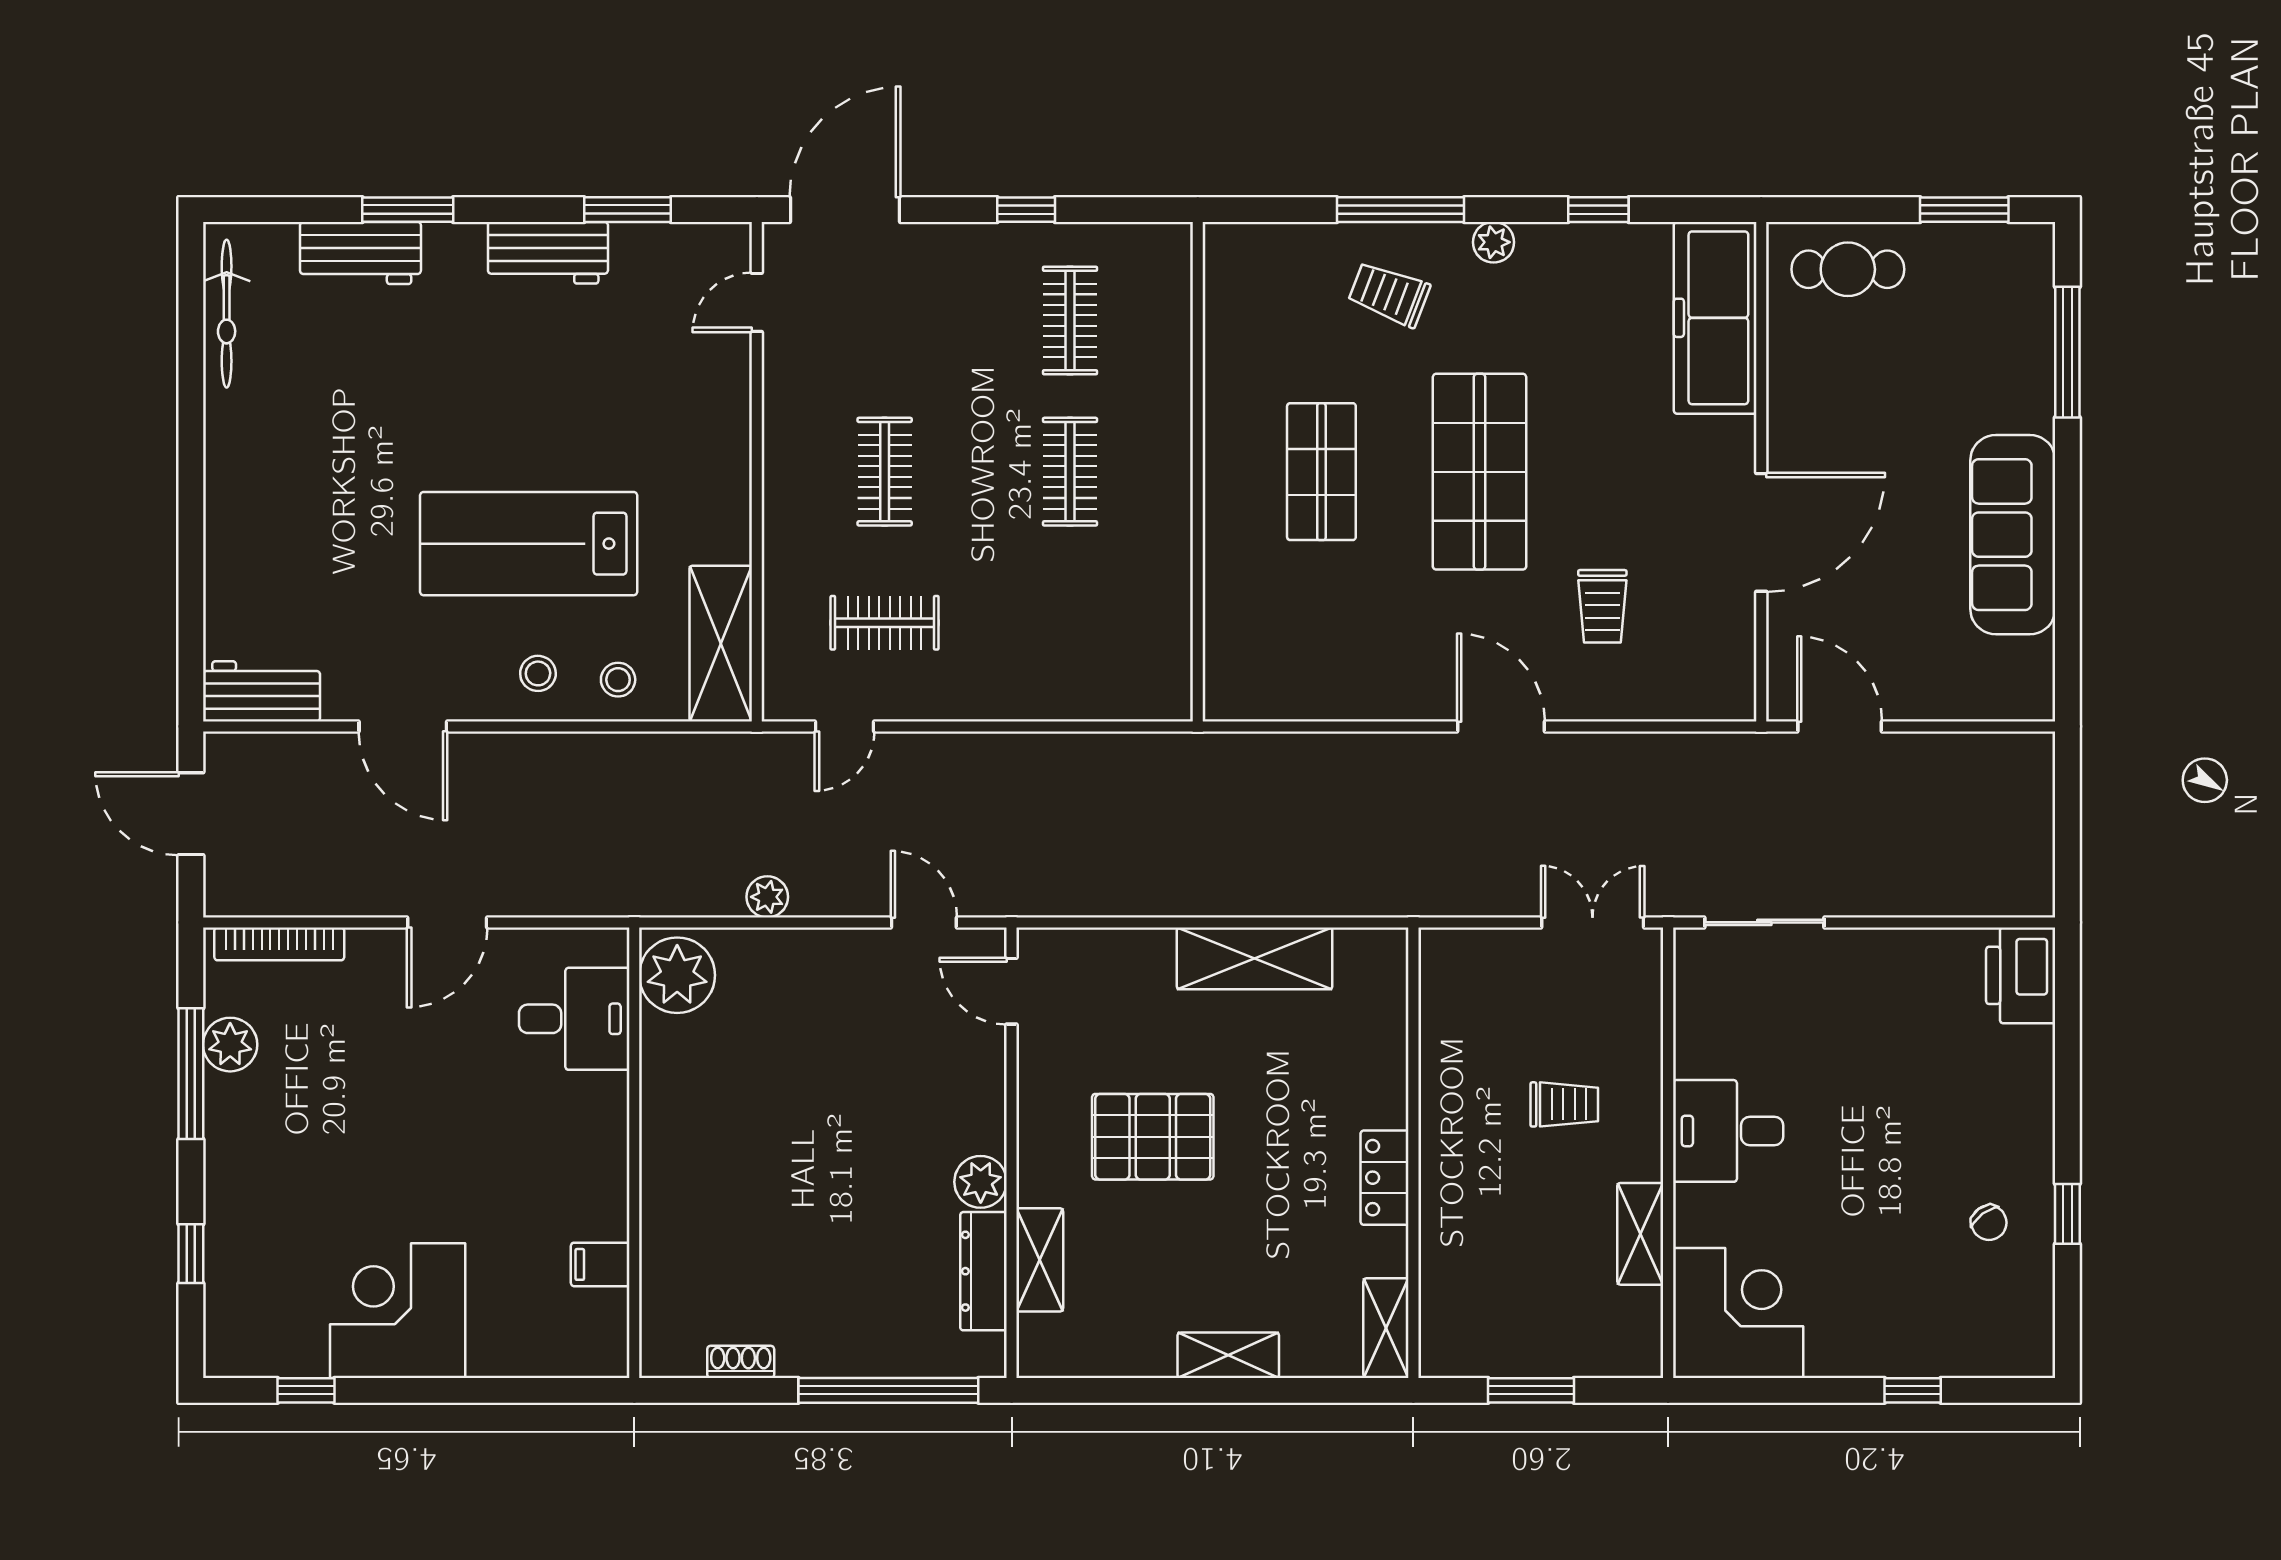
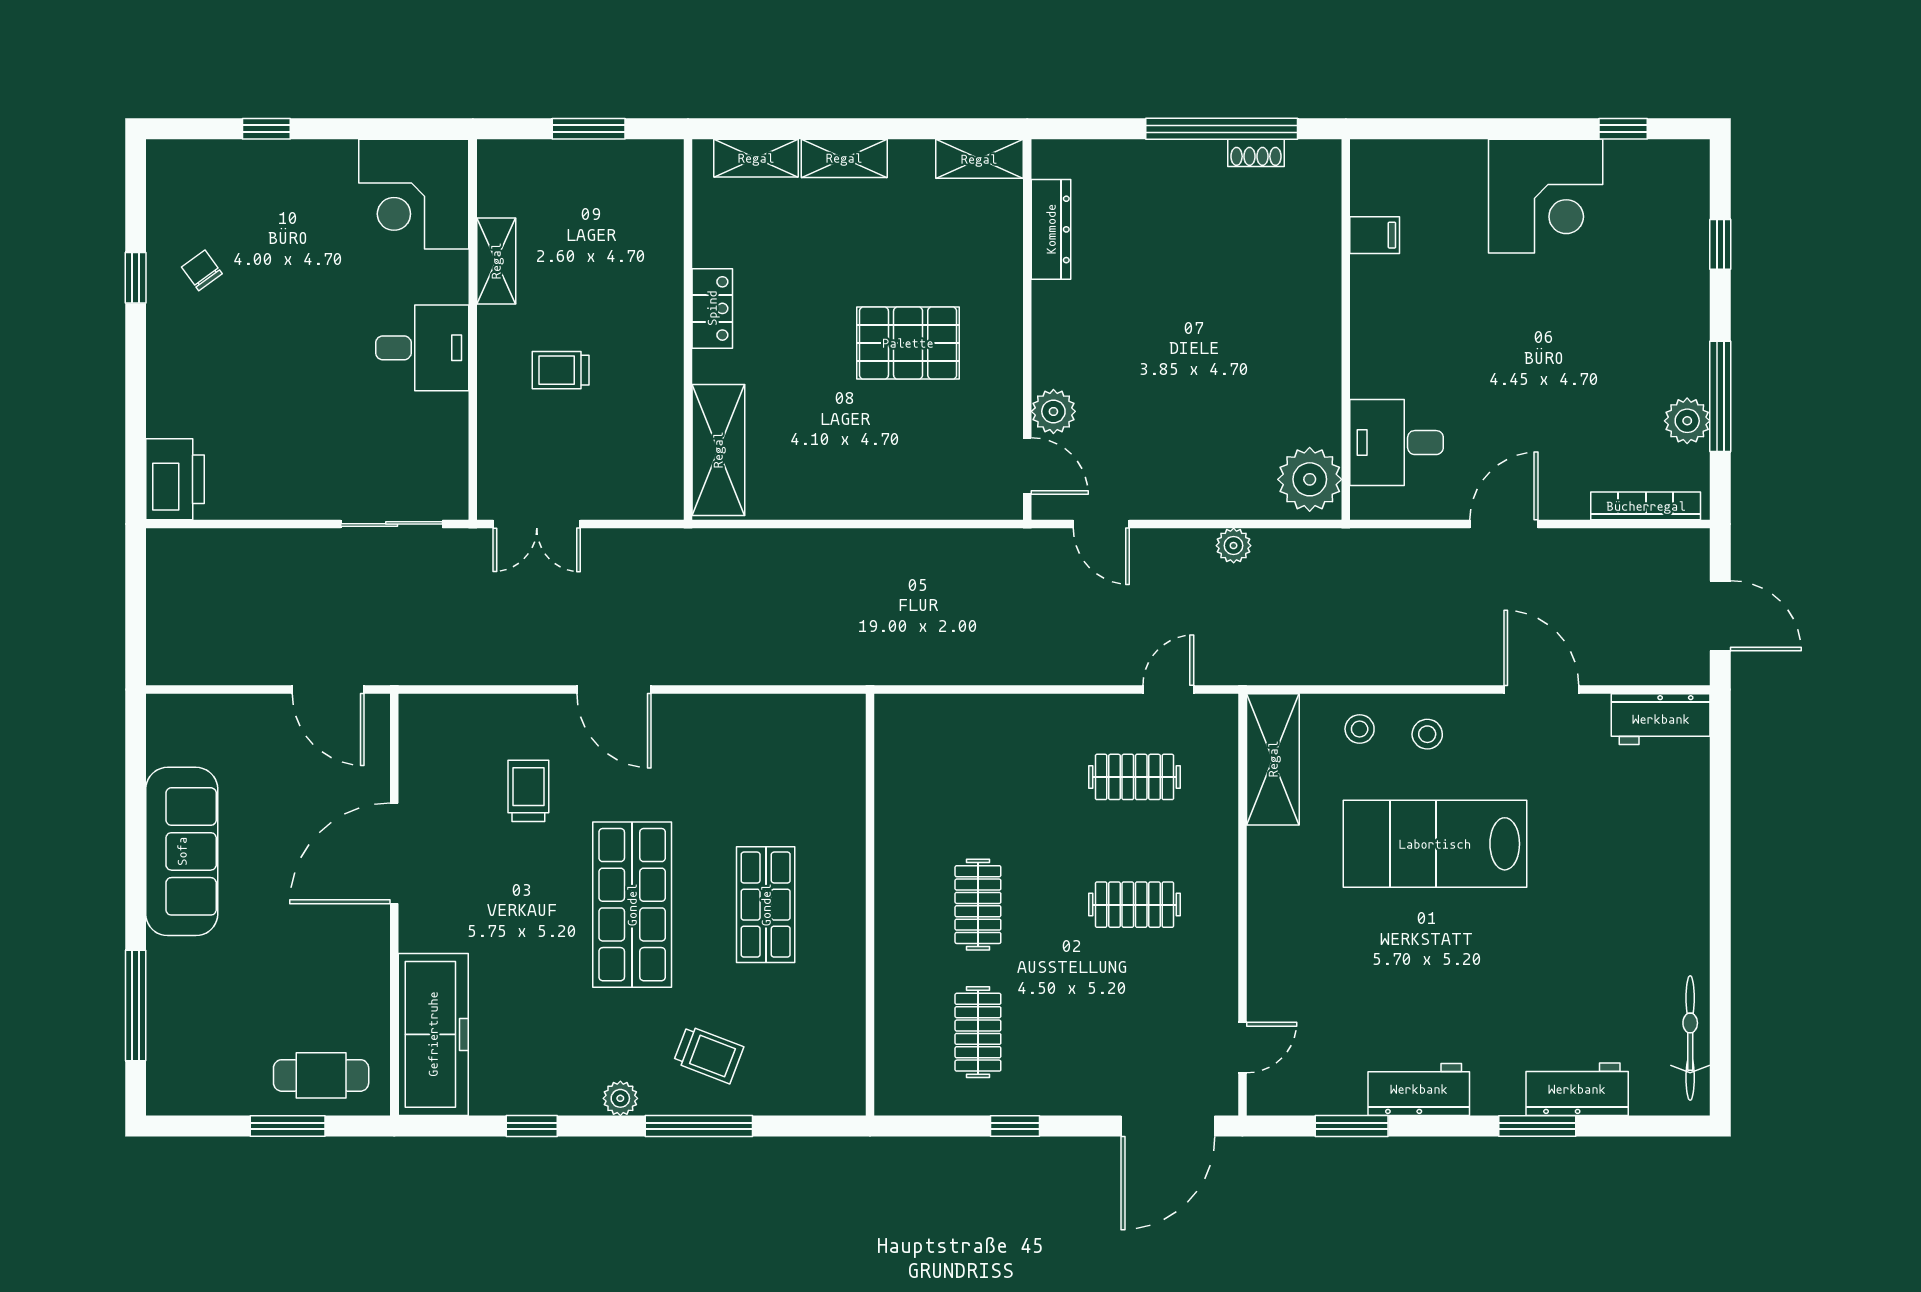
window: (1964, 210) -> (288, 1126), moved
clothes rail: (885, 472) -> (1135, 905), turned 90
lab bench: (529, 544) -> (1435, 844), turned 180
shelving: (1255, 958) -> (718, 450), moved, turned 90
plant: (981, 1182) -> (1053, 411), moved
shelving: (1040, 1260) -> (979, 159), moved, turned 90
shelving: (1386, 1328) -> (756, 158), moved, turned 90
window: (888, 1390) -> (1222, 129), moved

